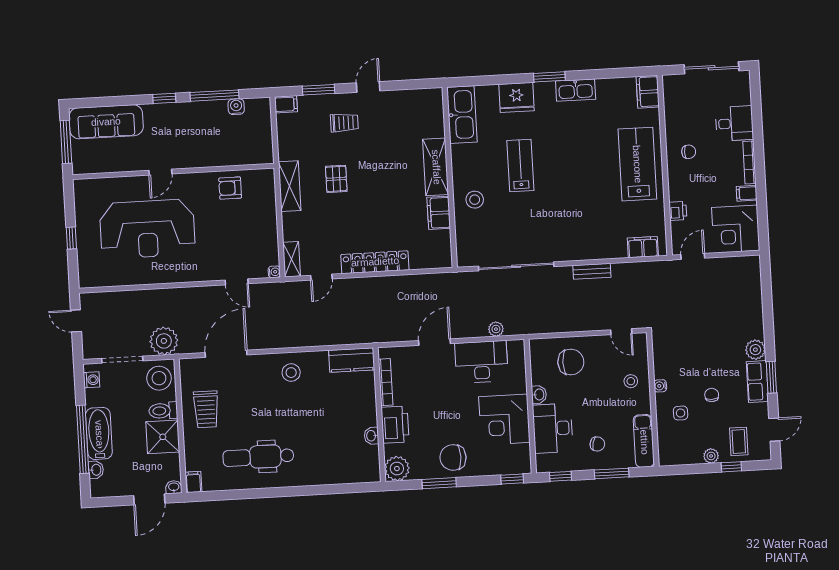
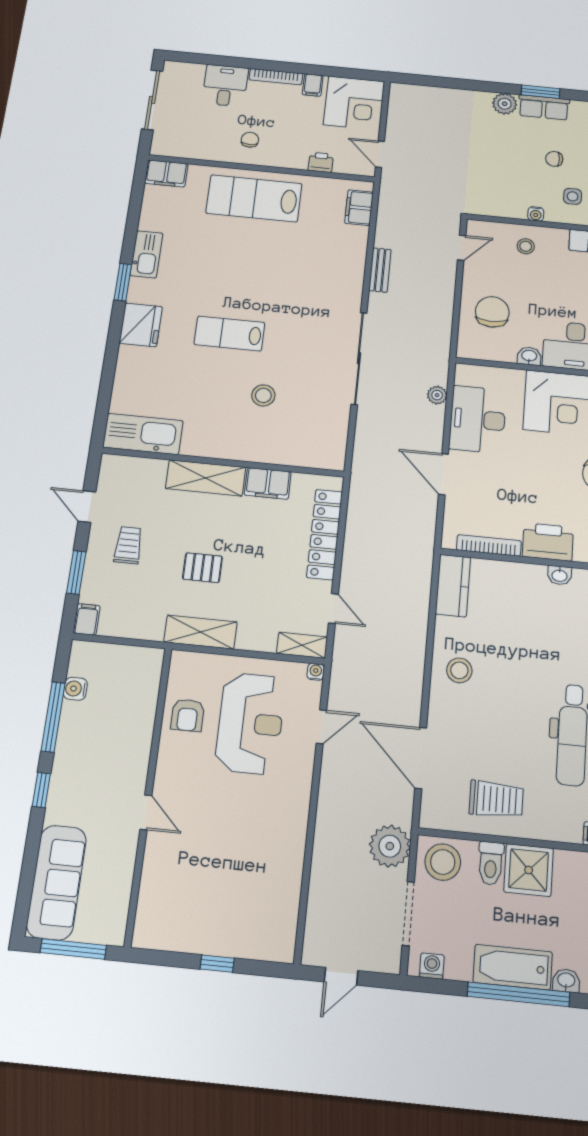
kitchen sink: (462, 115) -> (143, 434), moved
shelving: (436, 167) -> (206, 478), moved
wall: (450, 177) -> (223, 462), moved
filing cabinet: (439, 213) -> (268, 483), moved
reception desk: (147, 229) -> (250, 723), moved, width x0.74, depth x0.77

